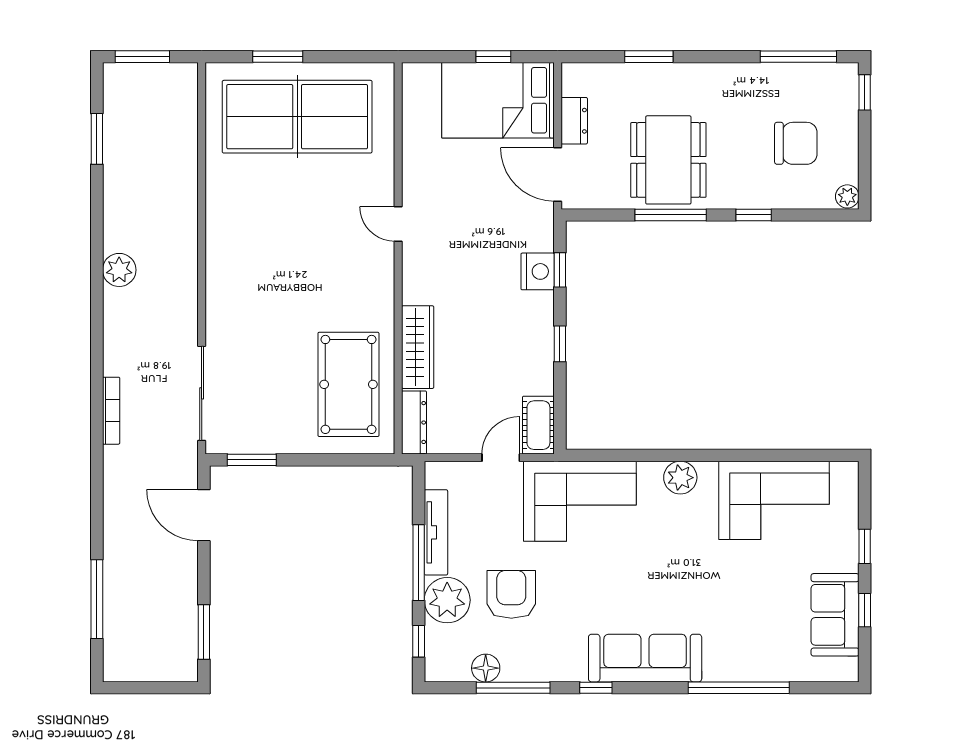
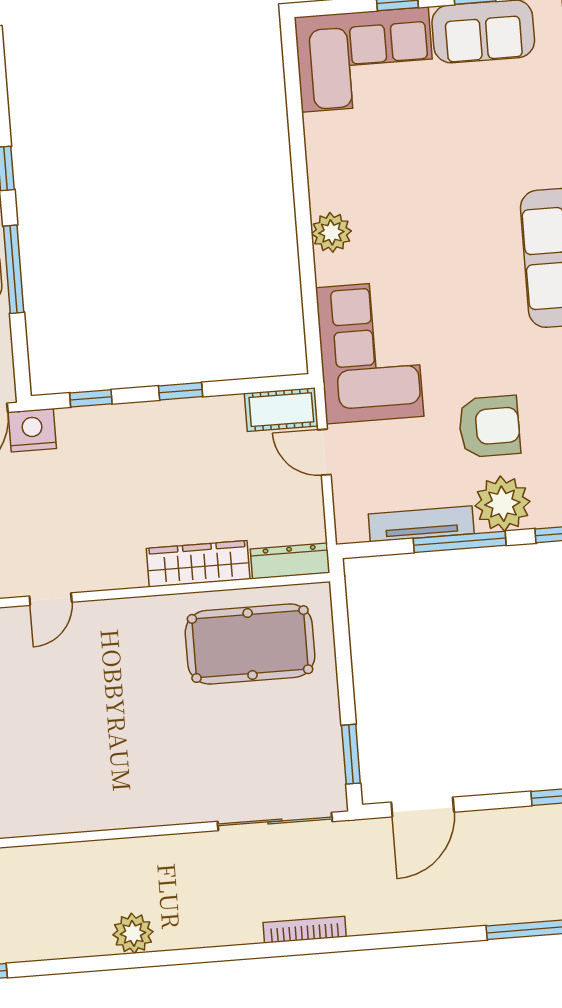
nightstand: (538, 271) -> (32, 430), moved
corner sofa: (774, 500) -> (365, 60), moved, turned 90
armchair: (511, 594) -> (489, 426), turned 180

